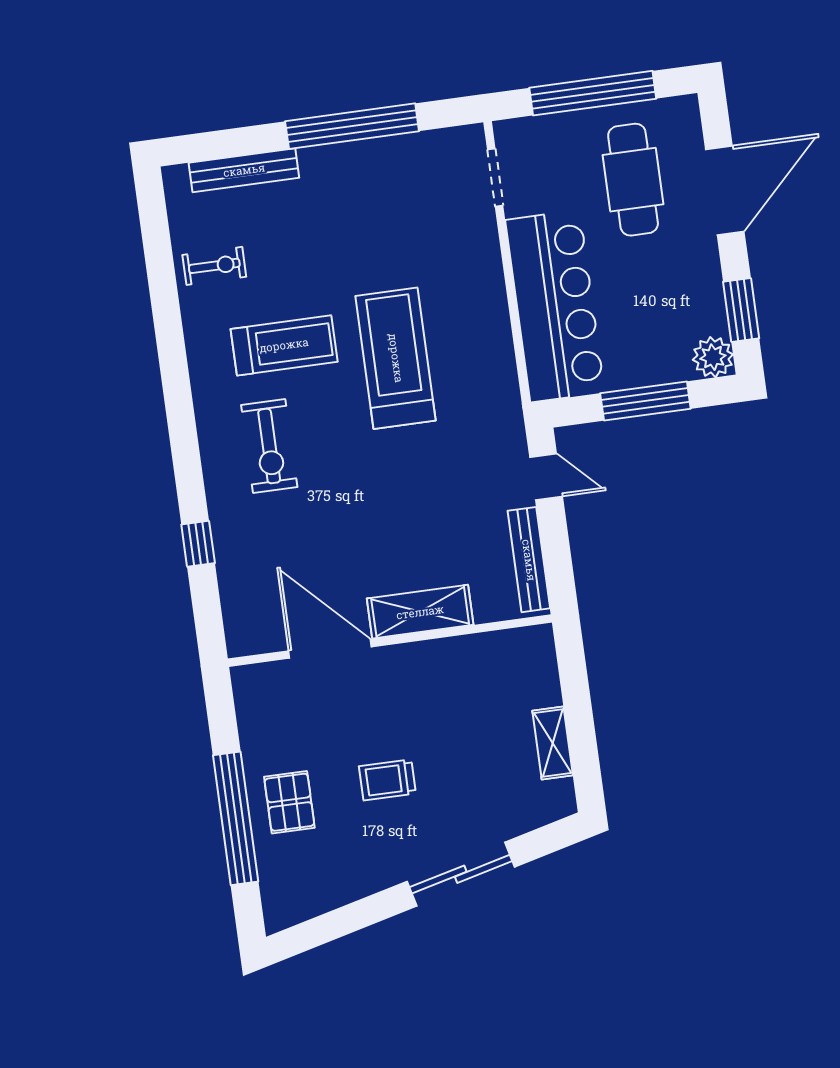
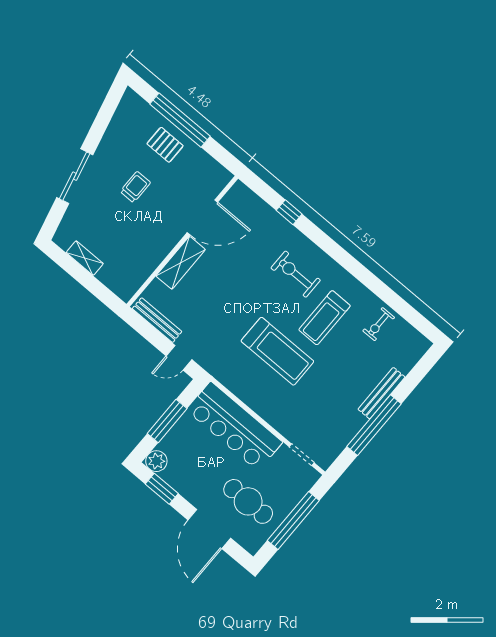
bench: (244, 170) -> (382, 393), moved

